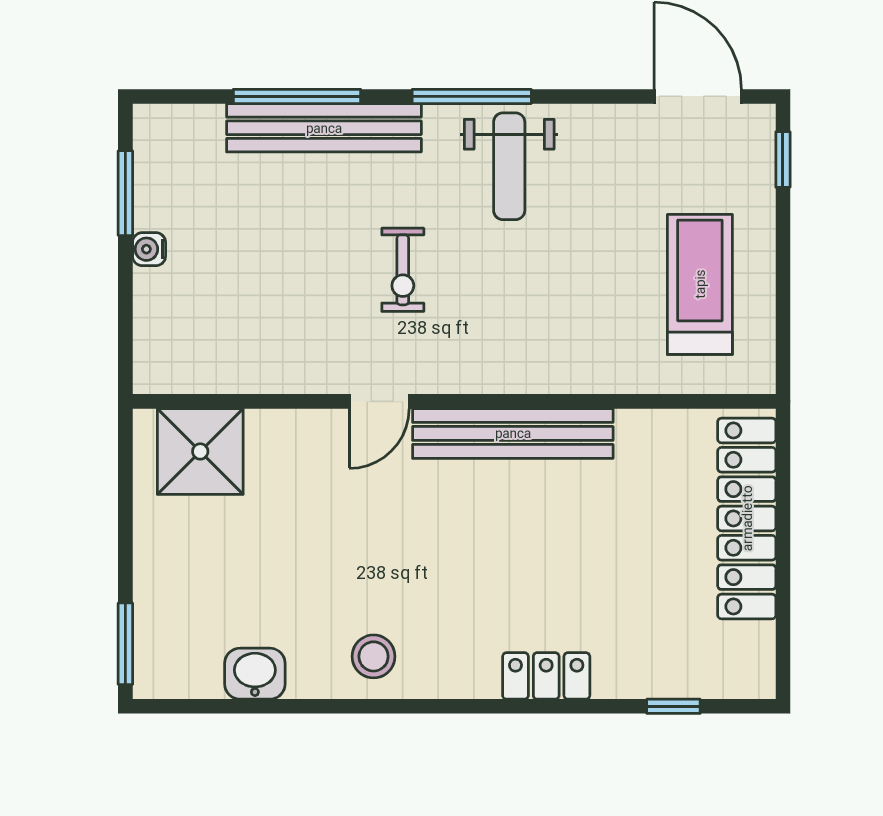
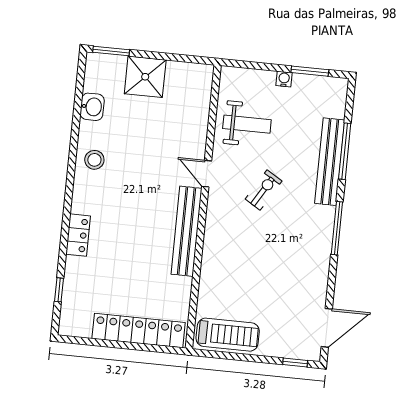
weight bench: (509, 166) -> (247, 124), moved, turned 180
exercise bike: (403, 270) -> (264, 190), turned 121
treadmill: (700, 284) -> (228, 335), moved
shower: (200, 451) -> (145, 77), moved

